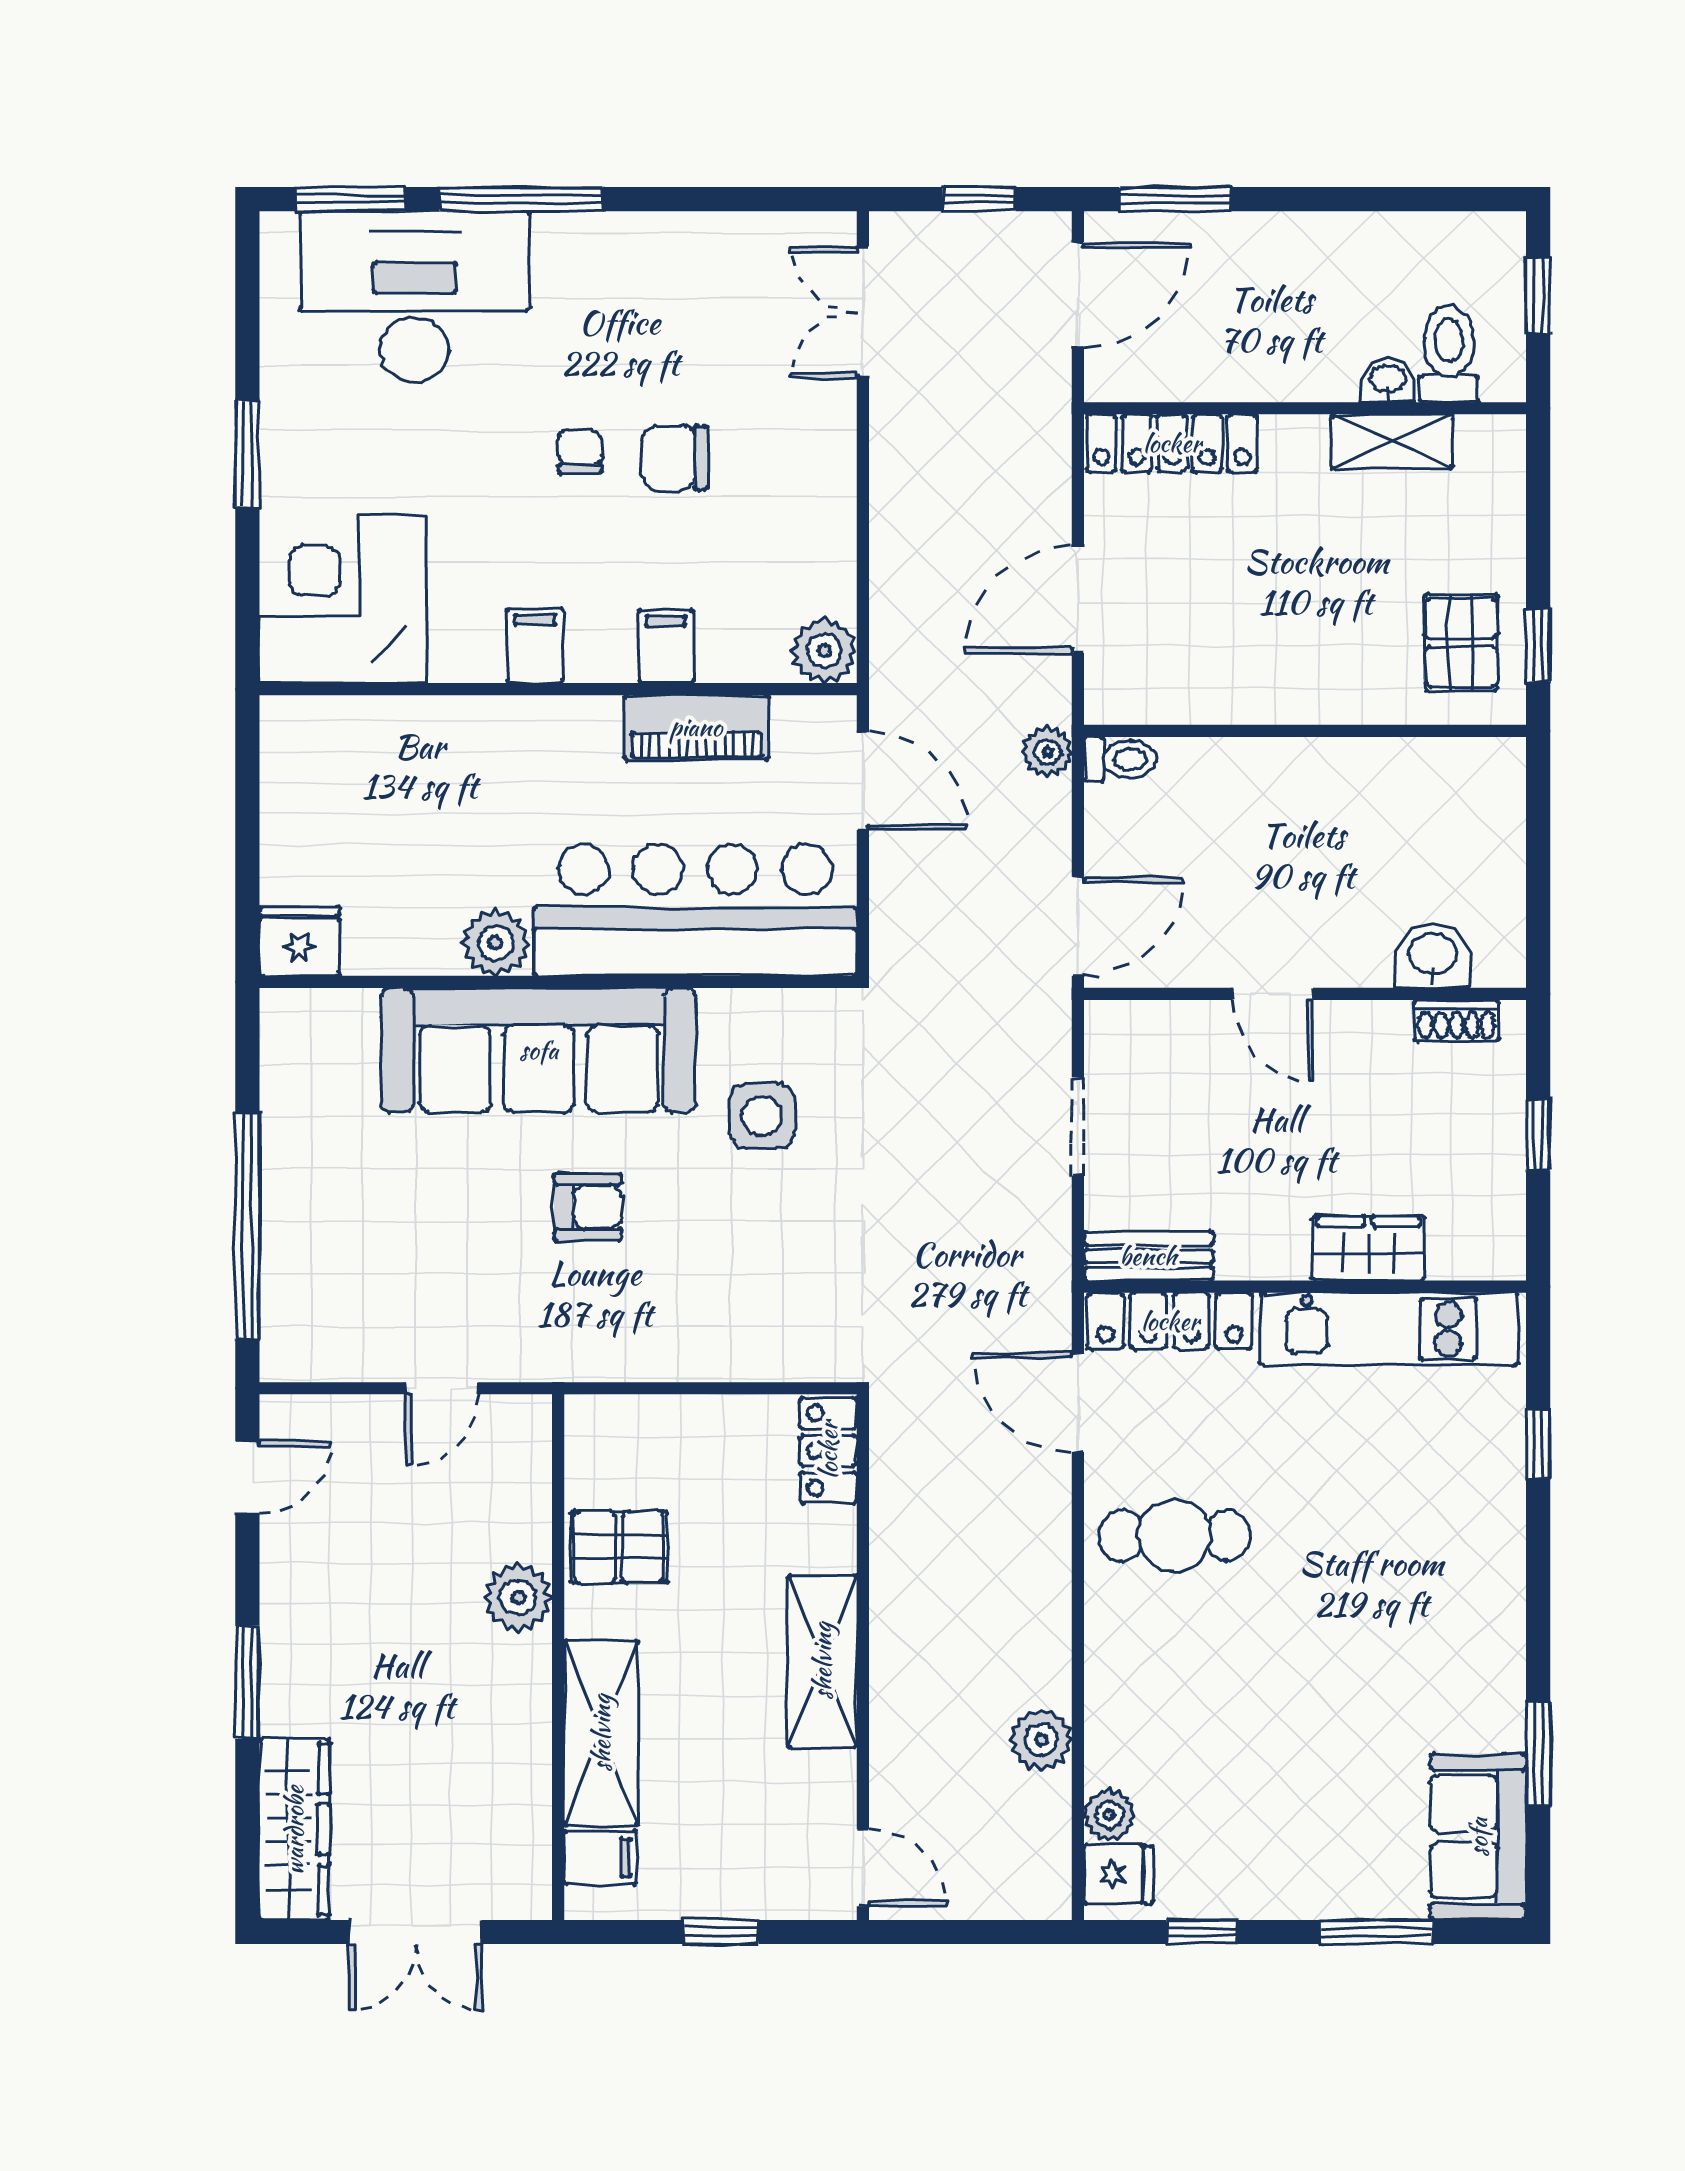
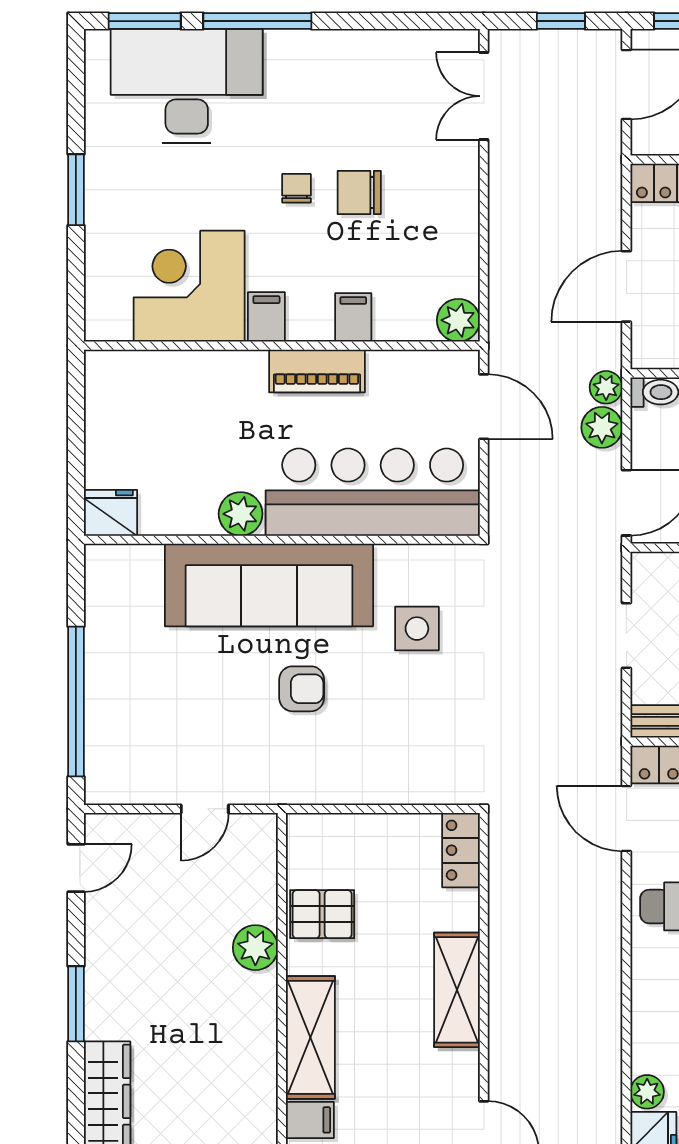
corner desk: (343, 599) -> (189, 286), moved
piano: (696, 727) -> (317, 371), moved
plant: (1041, 1740) -> (602, 427), moved

